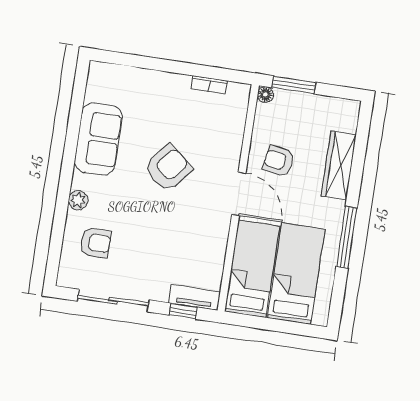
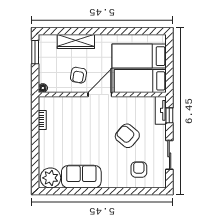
window: (294, 85) -> (35, 52), moved
armchair: (168, 168) -> (127, 136), moved
plant: (78, 200) -> (50, 178), moved, width x1.88, depth x1.88
window: (347, 237) -> (115, 31), removed
sliding door: (113, 301) -> (169, 155), width x0.73

